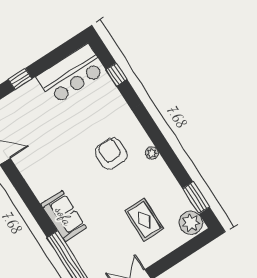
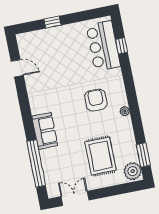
bar counter: (71, 74) -> (103, 46), moved, turned 90
rug: (144, 220) -> (101, 156), width x1.36, depth x1.43

